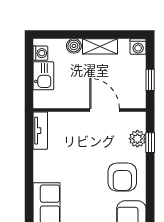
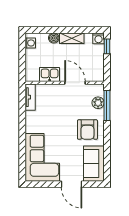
kitchen sink: (43, 76) -> (50, 74), moved, turned -90
window: (150, 80) -> (107, 46), moved
window: (150, 143) -> (107, 106), width x2.17

